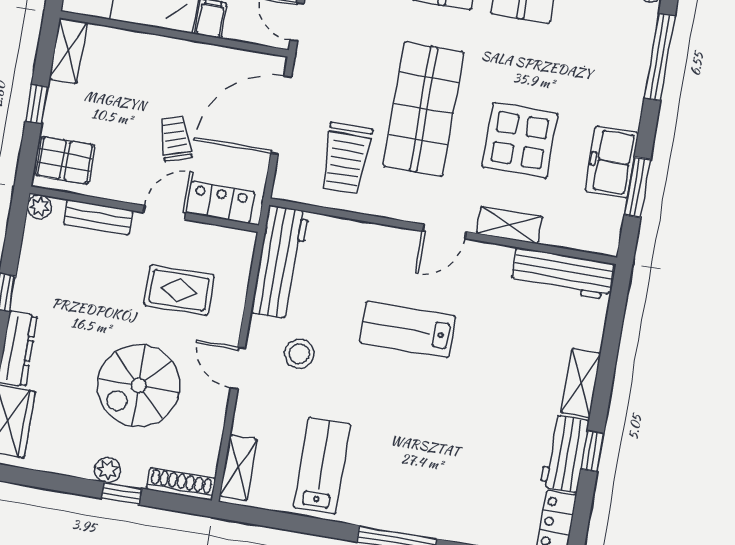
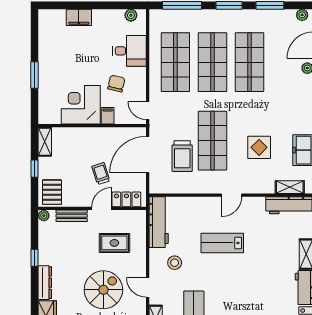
display table: (520, 140) -> (259, 147), width x0.73, depth x0.73
trolley: (346, 158) -> (182, 156), moved
pallet: (65, 160) -> (52, 192), turned 90
shelving: (509, 225) -> (290, 187), moved
door: (238, 368) -> (148, 287), moved
spiral stairs: (139, 385) -> (103, 290), turned 180

